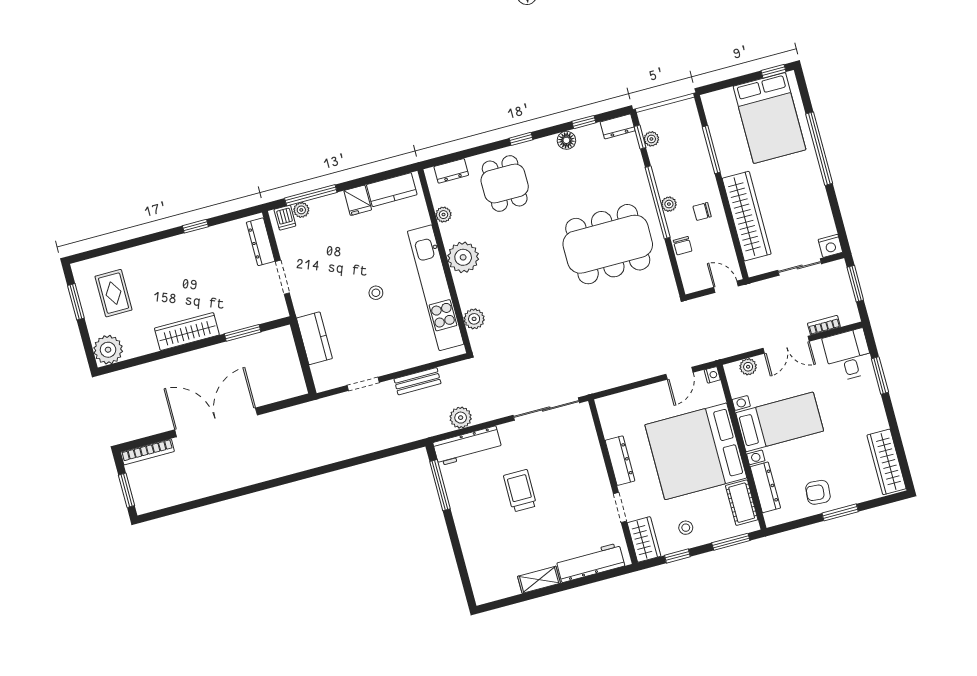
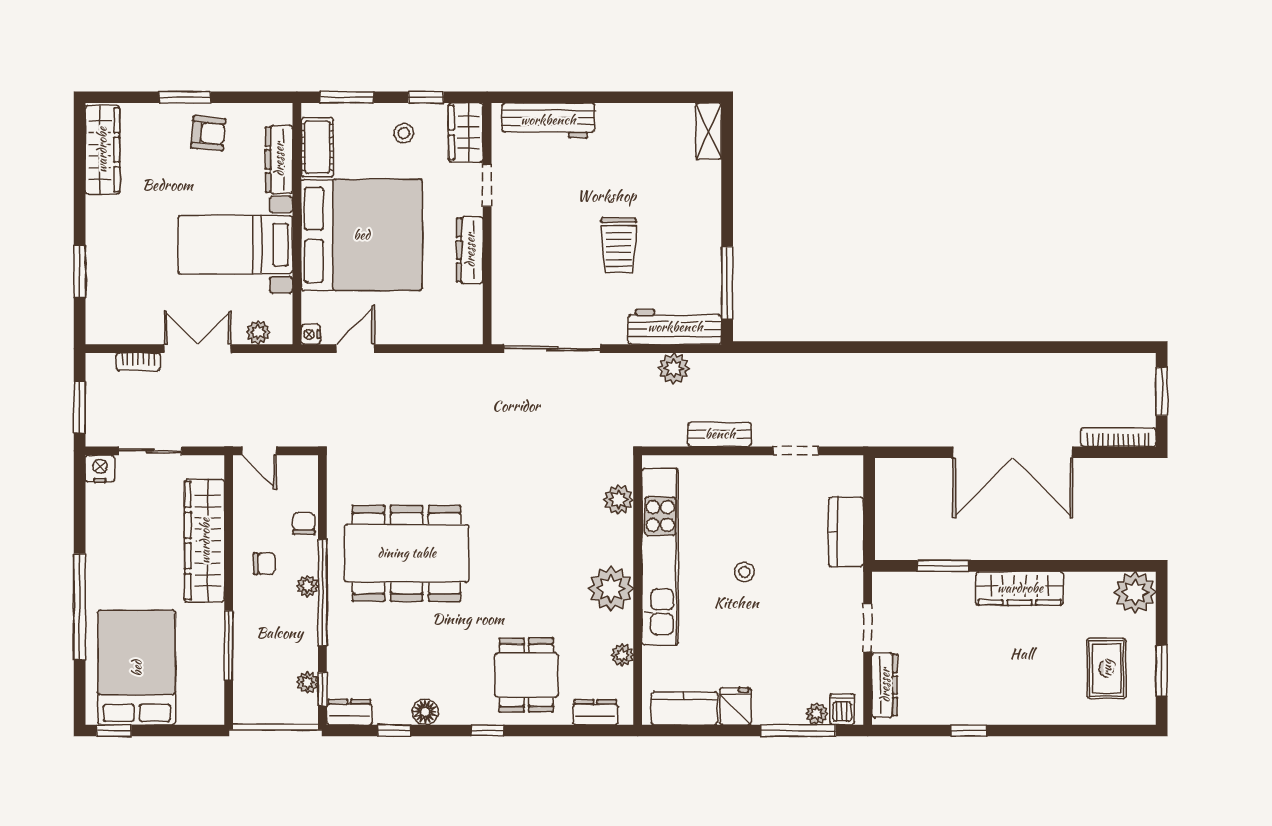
desk: (848, 355) -> (116, 311), removed
shelving: (539, 580) -> (709, 131), moved, turned 90

